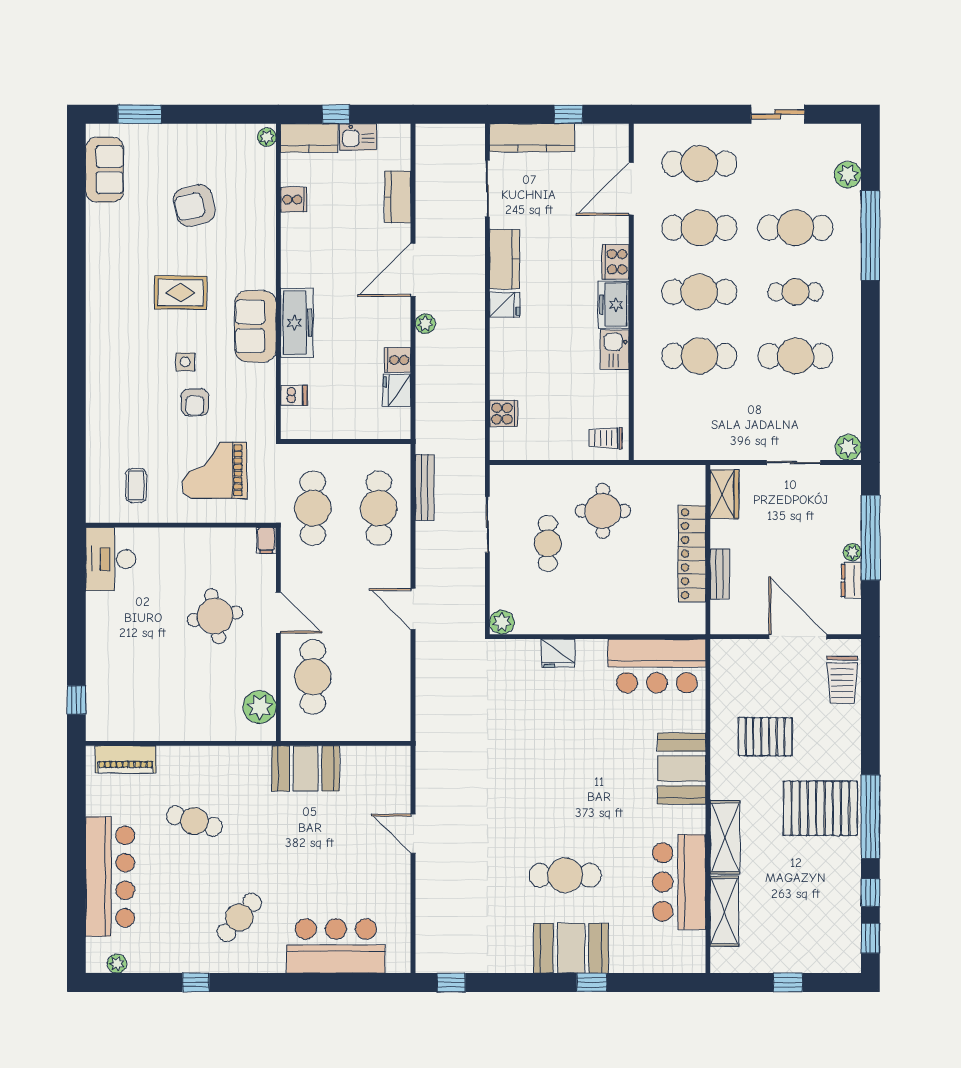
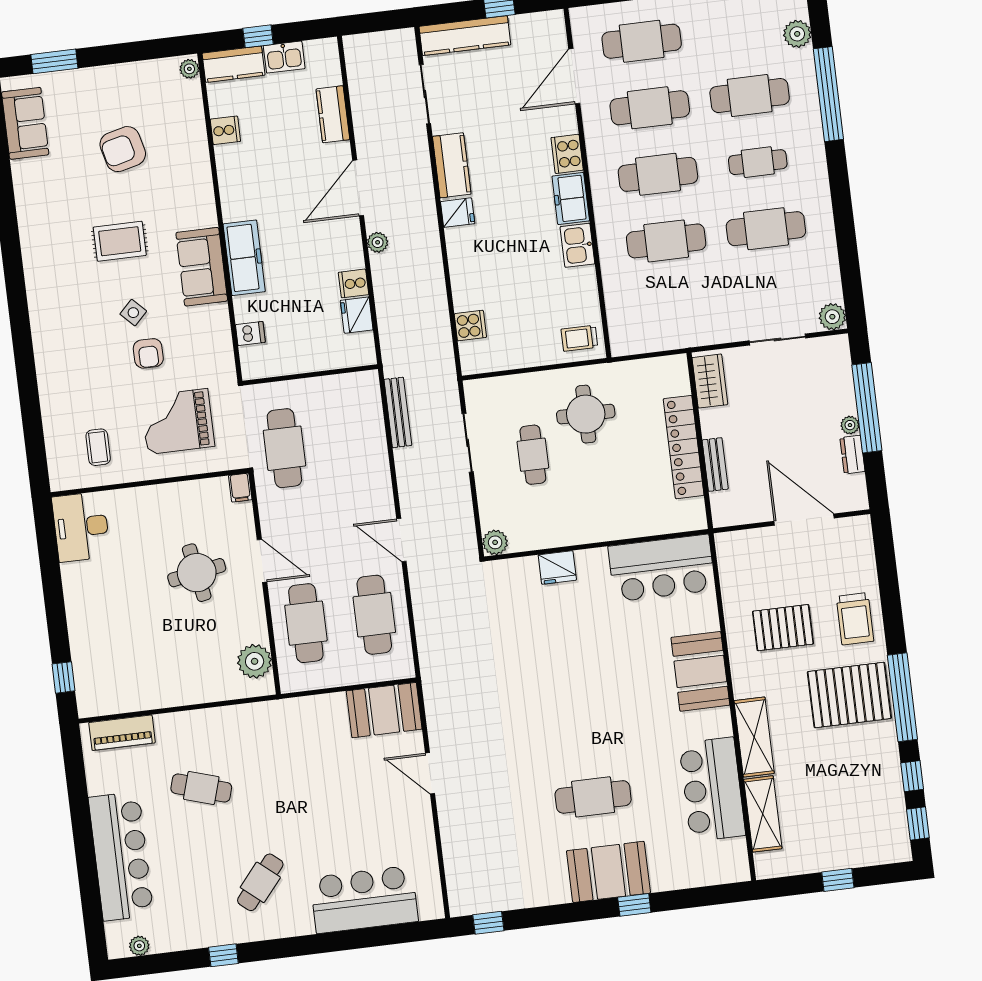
side table: (185, 362) -> (133, 313), turned 45
cafe table: (379, 508) -> (374, 615), moved
trolley: (842, 680) -> (855, 619), moved
booth: (306, 768) -> (384, 710), moved

